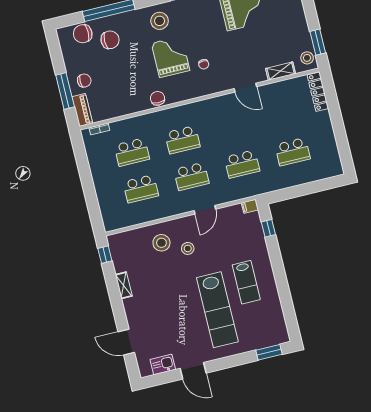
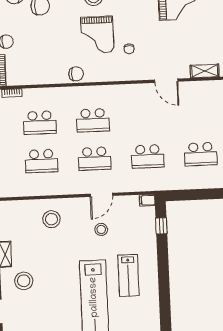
grand piano: (171, 57) -> (97, 35), turned 180
chair: (158, 98) -> (76, 74), turned 88
stool: (188, 248) -> (101, 229), moved
stool: (147, 307) -> (24, 281), added

